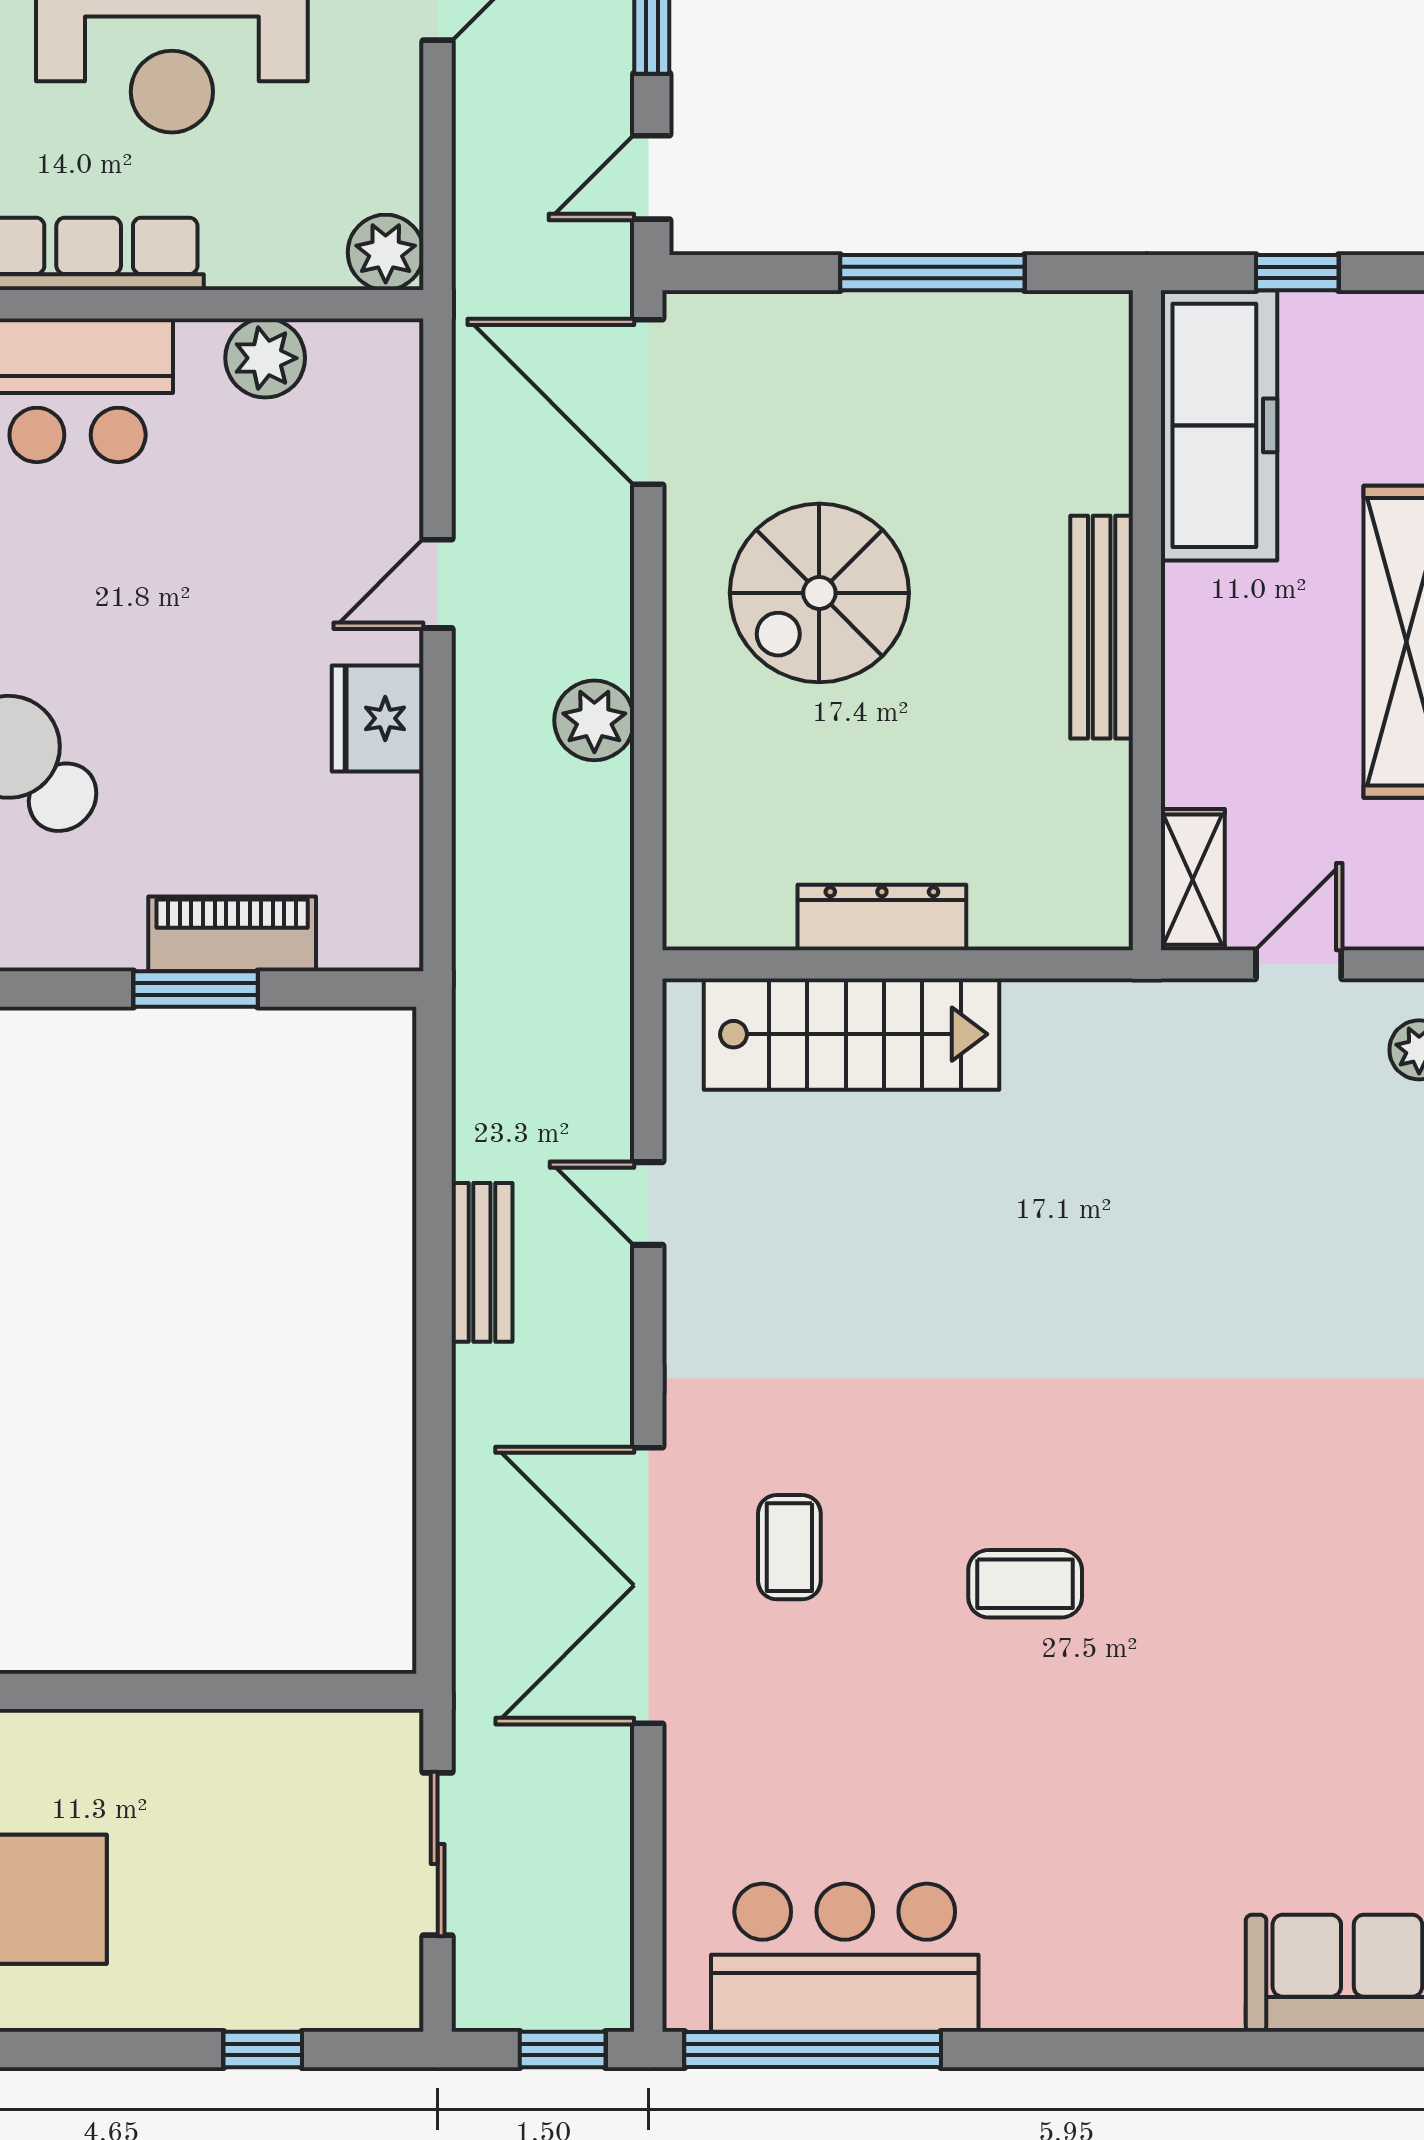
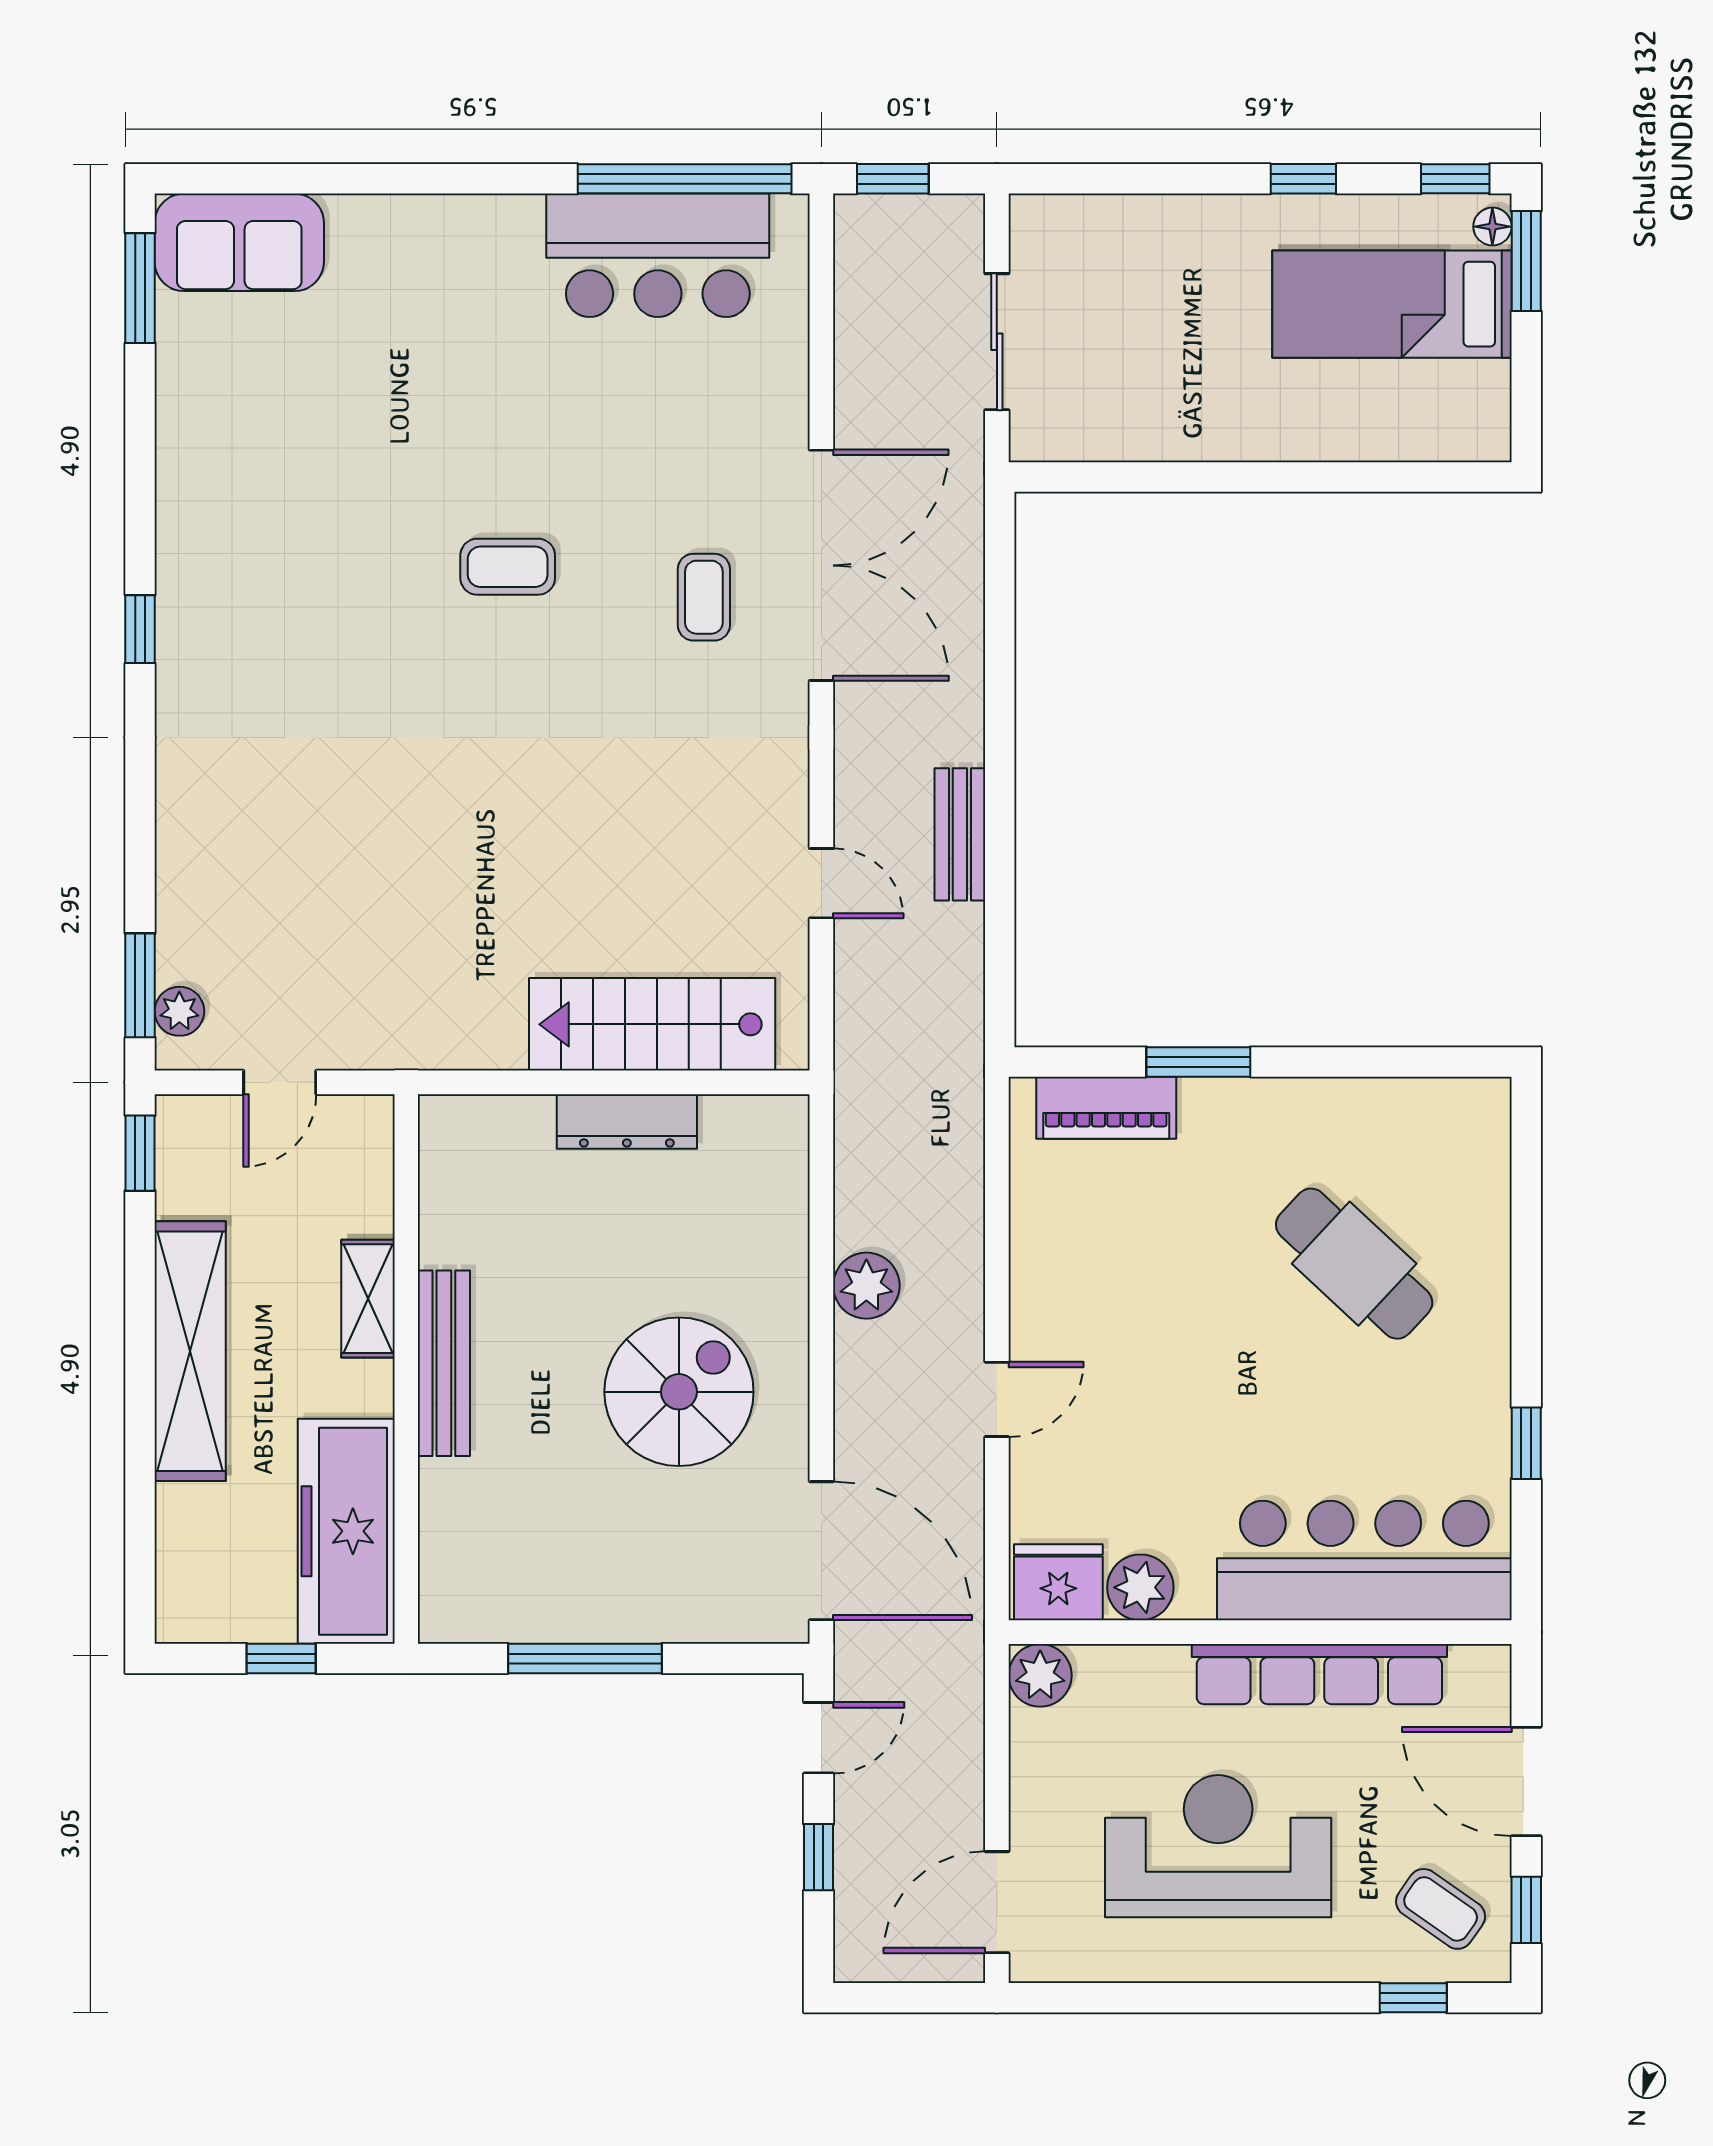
fridge: (378, 718) -> (1058, 1582), moved, turned -90
shelving: (1193, 880) -> (368, 1299), moved
piano: (232, 934) -> (1106, 1108), moved
window: (263, 2050) -> (1303, 179), moved

